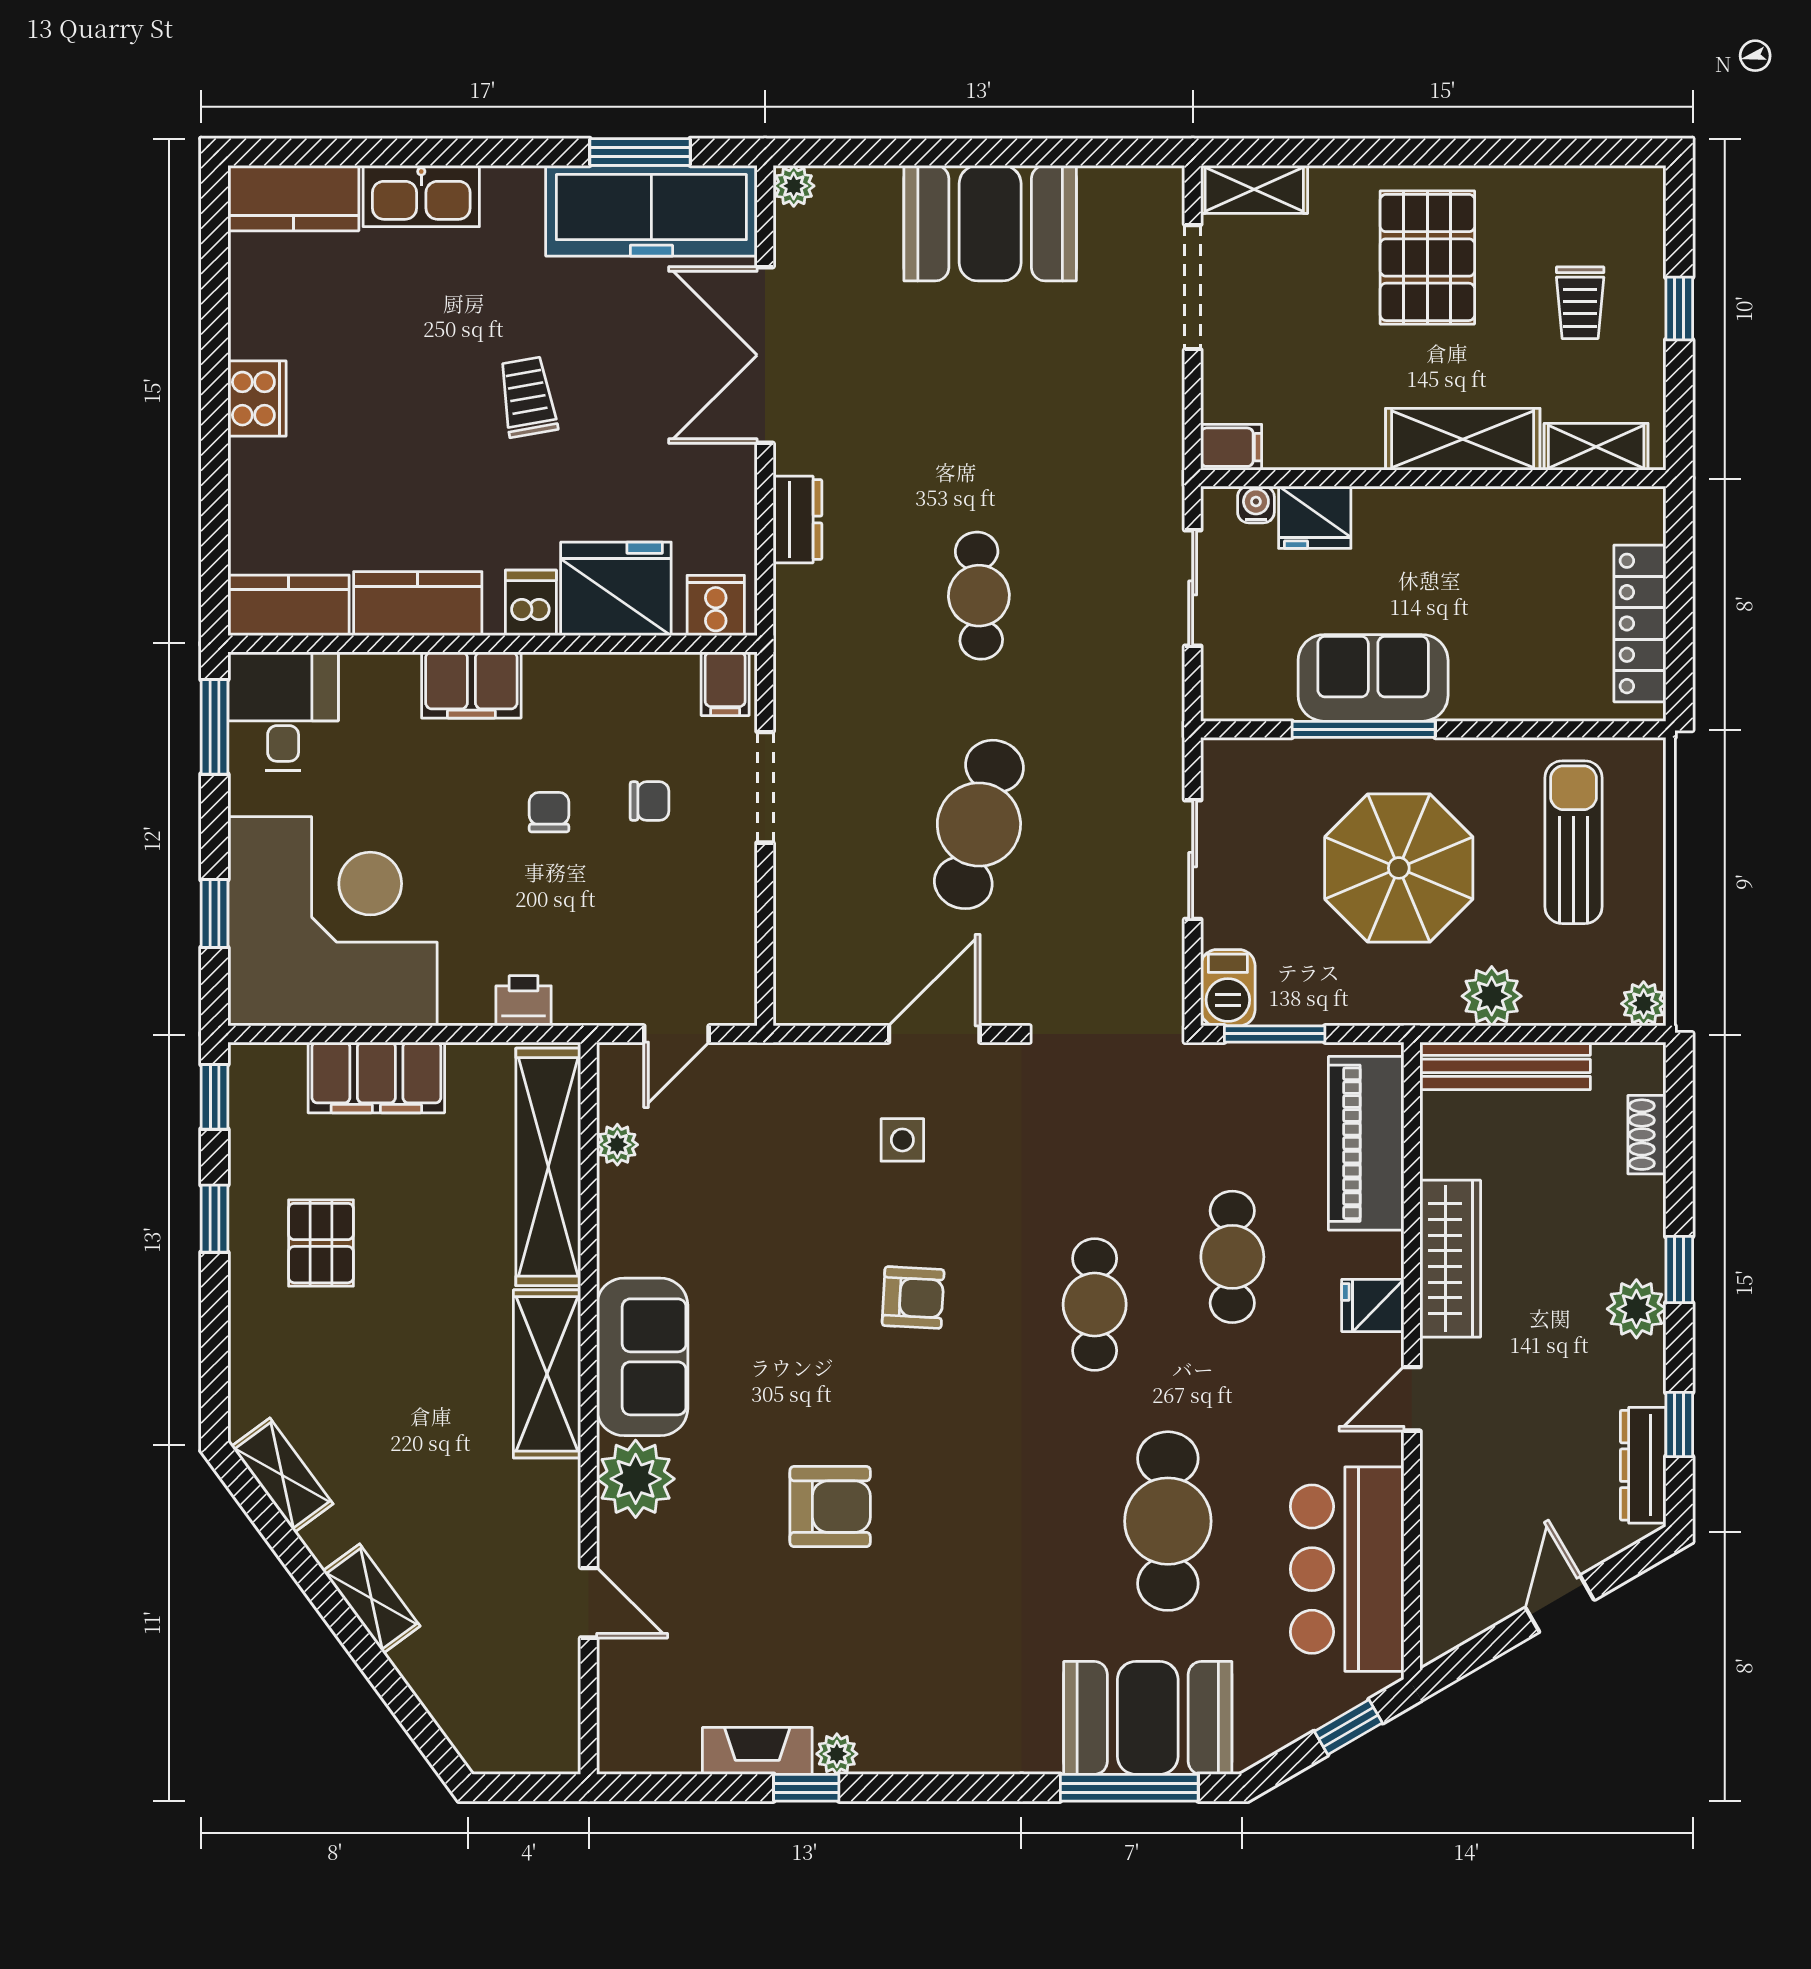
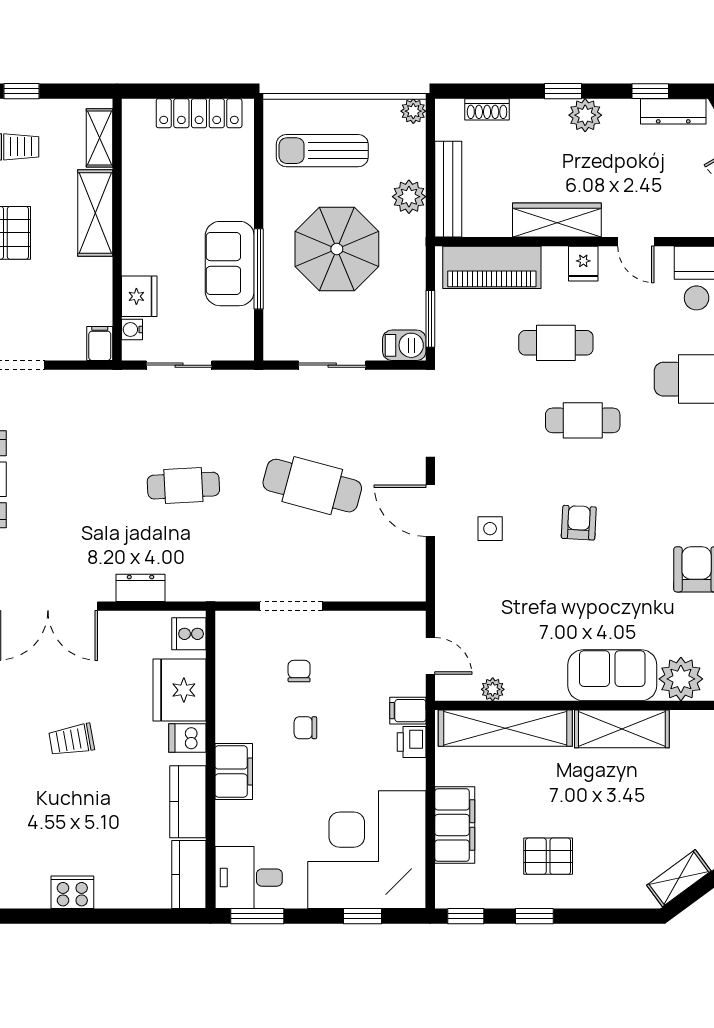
filing cabinet: (725, 684) -> (408, 711), moved, turned 180

